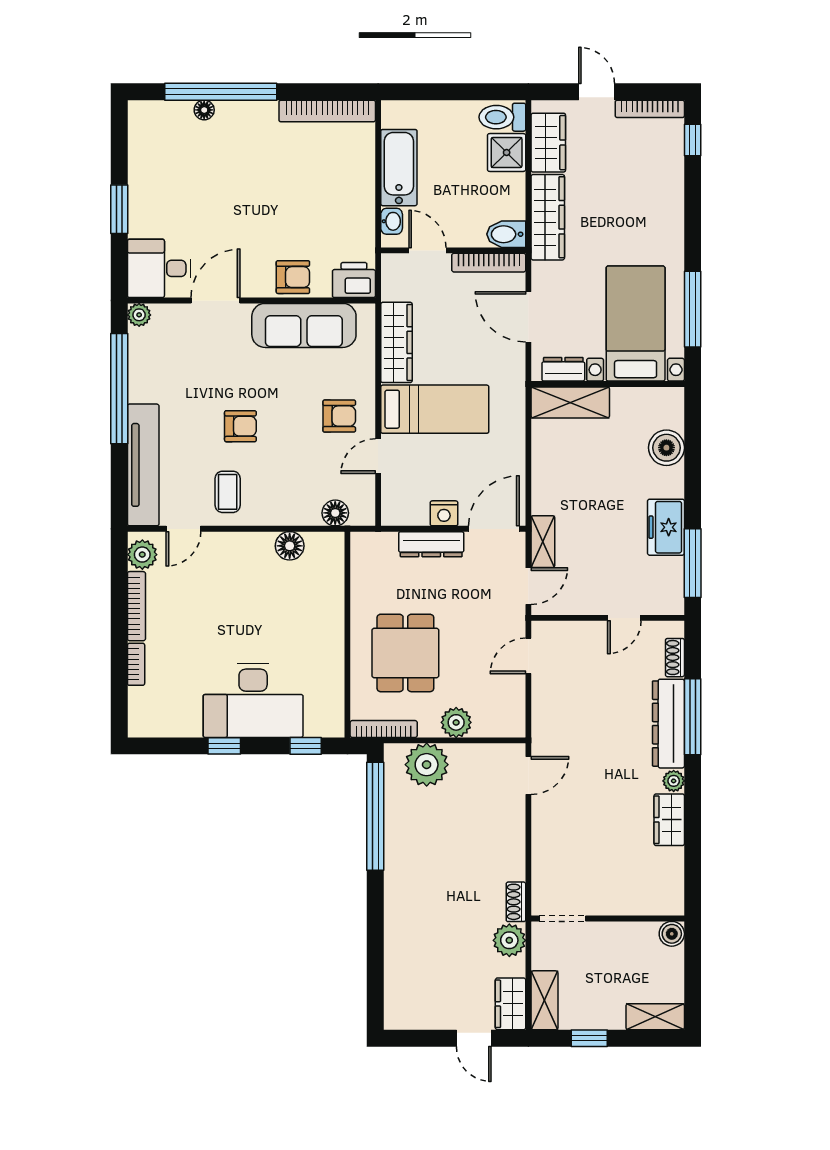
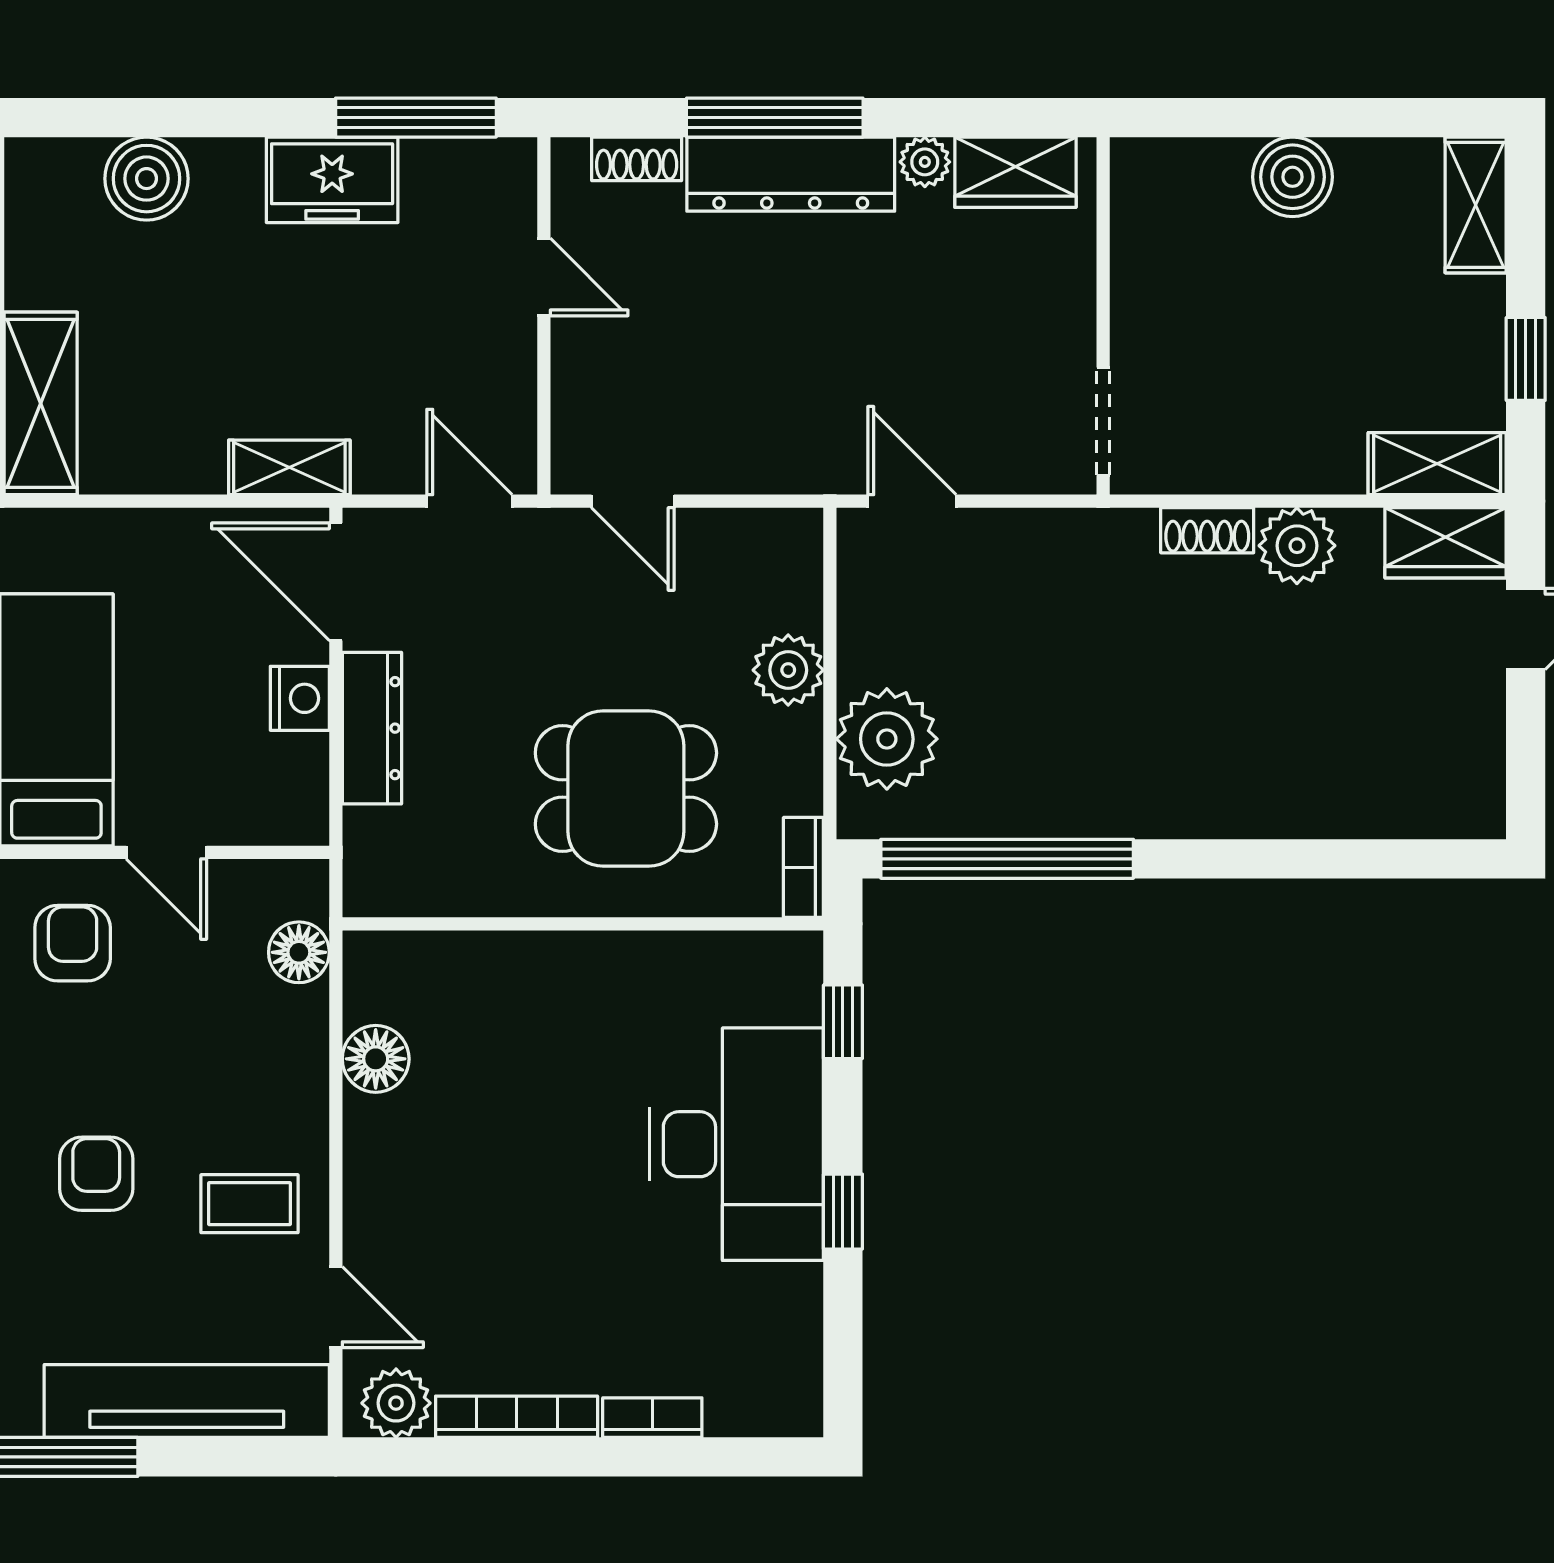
shelving: (543, 542) -> (289, 467), moved
bookcase: (384, 729) -> (803, 867), width x0.64
doorway: (563, 918) -> (1103, 421), moved
wall: (608, 918) -> (1103, 316), moved
boiler: (672, 934) -> (1292, 177), width x1.36, depth x1.36

